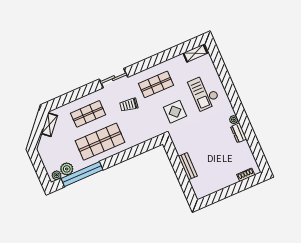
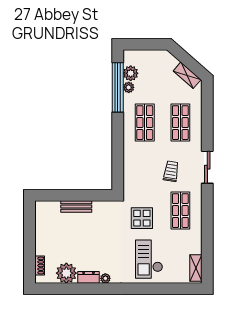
checkout: (204, 92) -> (149, 259), turned -90
shop shelf: (100, 142) -> (145, 123), width x0.70, depth x0.74
plant: (243, 151) -> (66, 273), added
plant: (57, 175) -> (129, 87), moved

